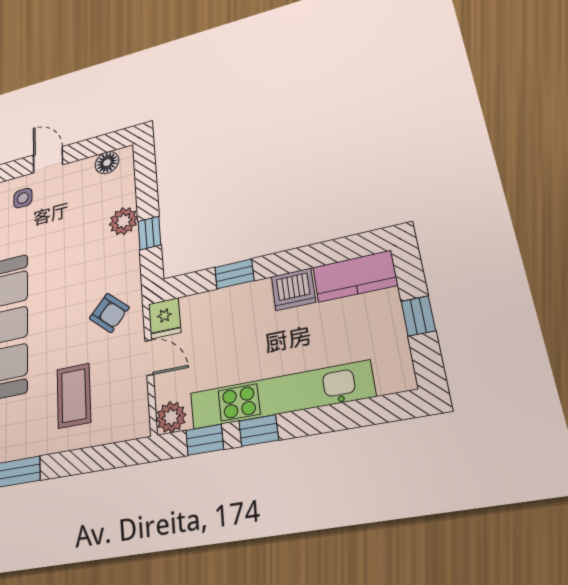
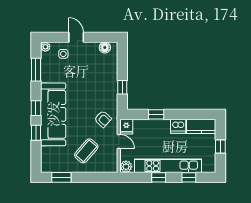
plant: (123, 221) -> (111, 79), removed
coffee table: (74, 396) -> (86, 151), turned 41
window: (205, 440) -> (189, 177), moved

